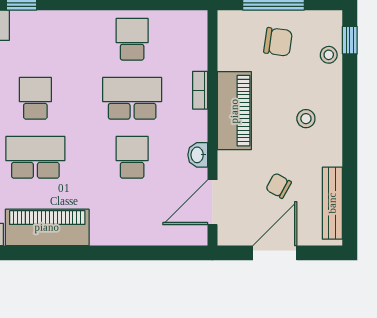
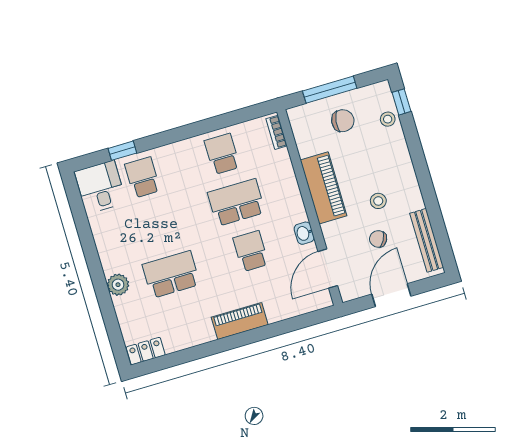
bookcase: (200, 90) -> (277, 132), moved
school desk: (35, 98) -> (143, 177), moved
stool: (306, 119) -> (378, 201), moved
piano: (47, 227) -> (240, 321), moved, width x0.73, depth x0.75

